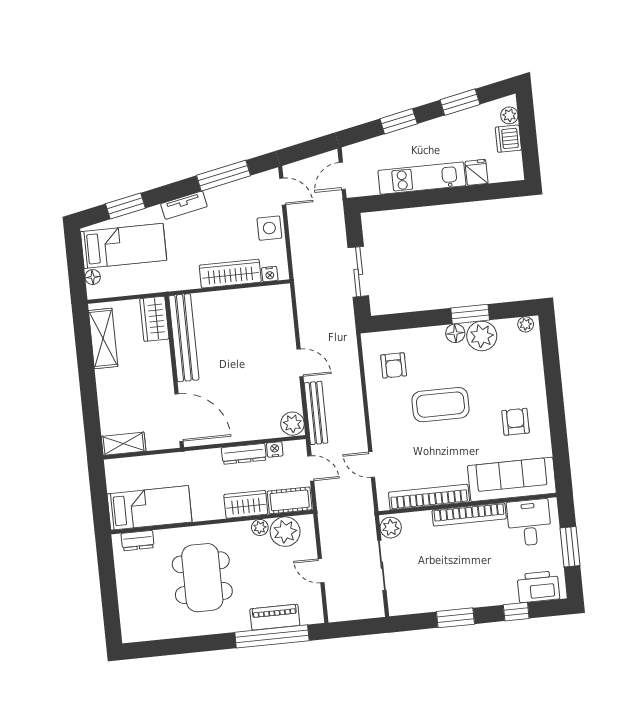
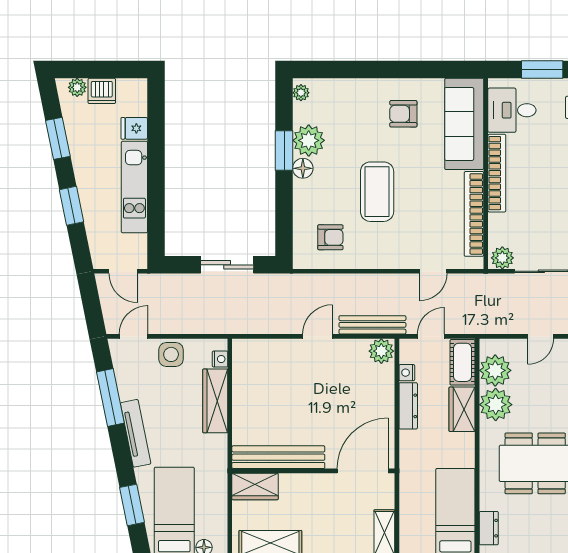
tv unit: (184, 205) -> (136, 433), width x1.41
plant: (260, 527) -> (496, 405), width x1.88, depth x1.88

